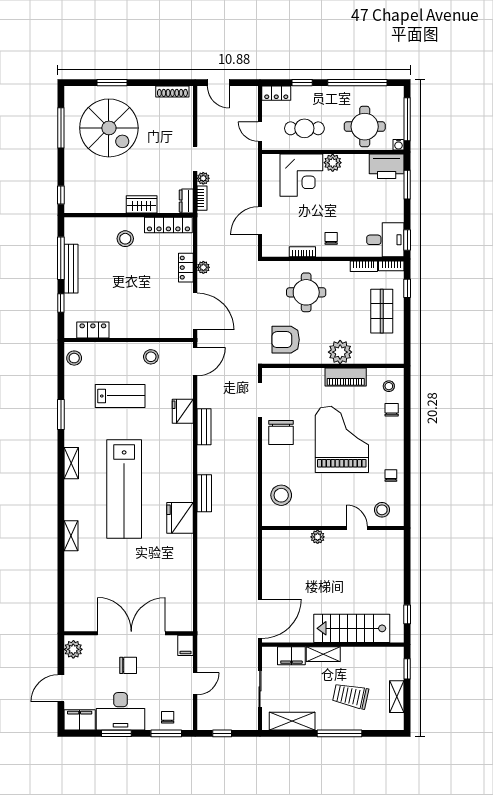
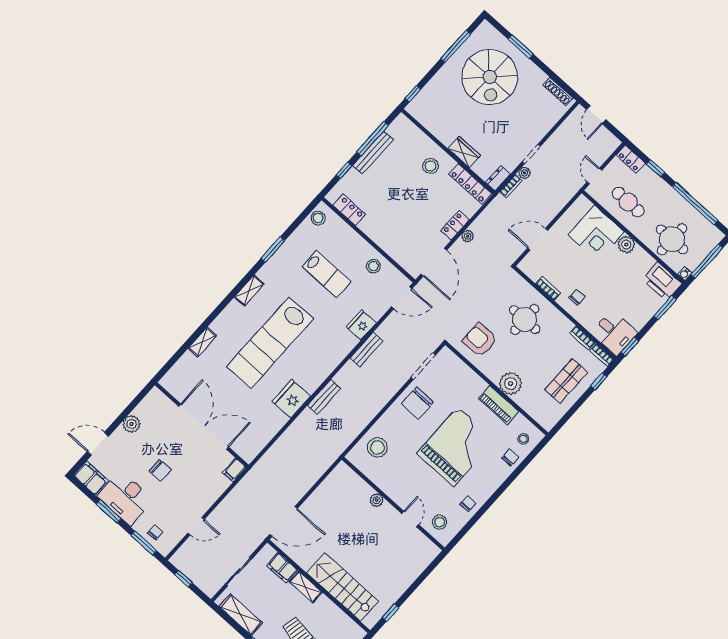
wall: (129, 633) -> (202, 425), moved
double door: (131, 633) -> (204, 427), moved
filing cabinet: (186, 645) -> (234, 470), moved

